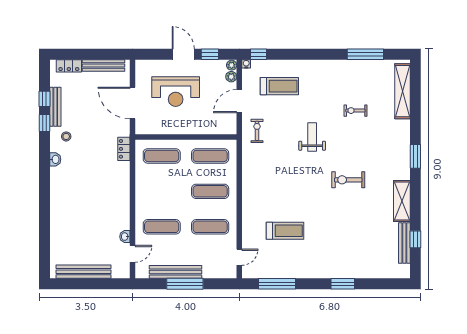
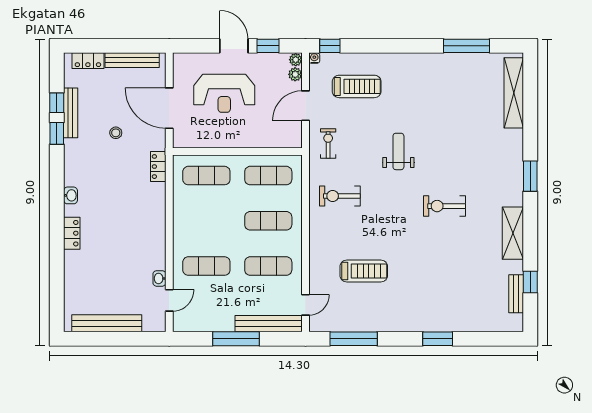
exercise bike: (355, 111) -> (340, 196), moved, width x1.38, depth x1.39
stool: (66, 136) -> (116, 133), moved
washbasin: (55, 159) -> (70, 195), moved
locker: (56, 201) -> (72, 233), added
bench: (404, 243) -> (516, 294), width x0.73
bench: (176, 272) -> (269, 324), moved

